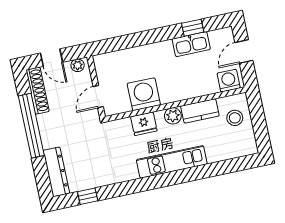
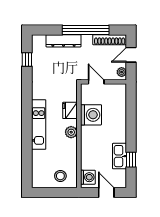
kitchen counter: (200, 111) -> (71, 152), removed
dresser: (56, 172) -> (63, 41), moved

